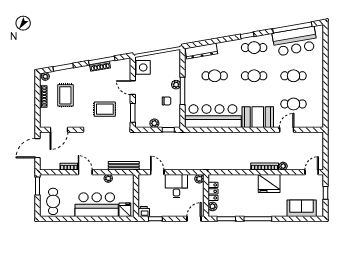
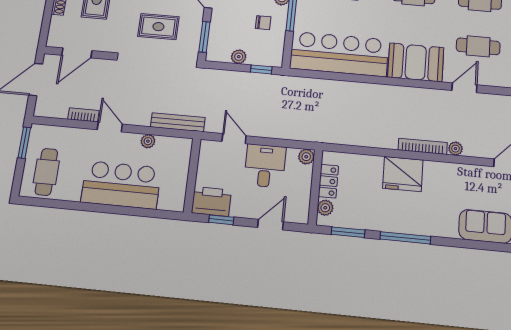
fridge: (269, 183) -> (403, 174), moved
fridge: (125, 210) -> (169, 199), removed
printer: (144, 212) -> (211, 201), width x1.87, depth x1.48
door: (194, 219) -> (271, 225), moved

